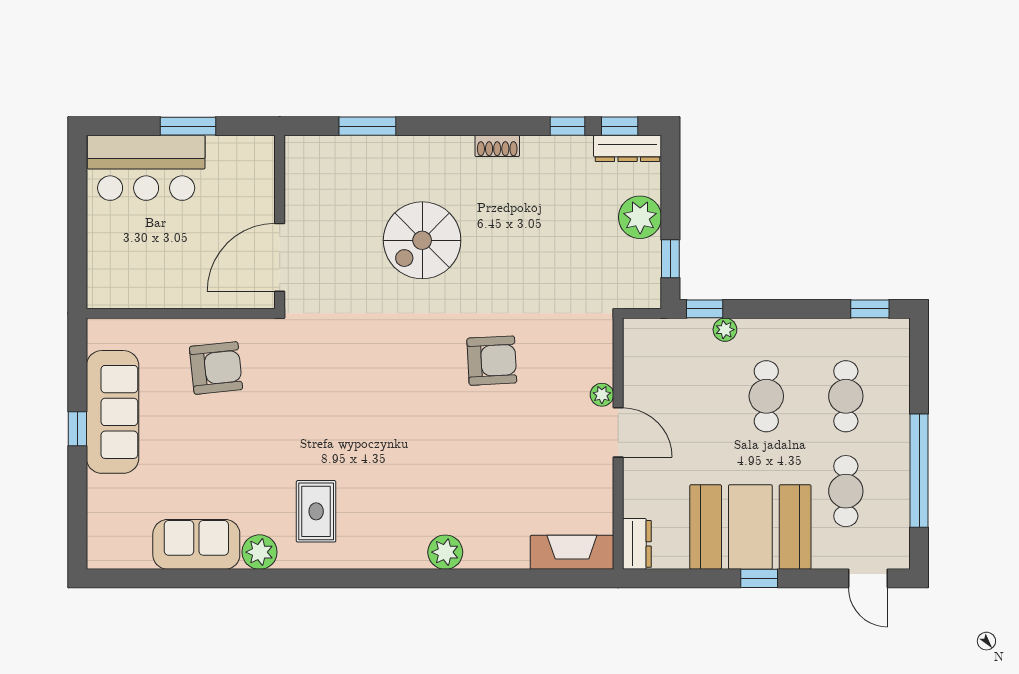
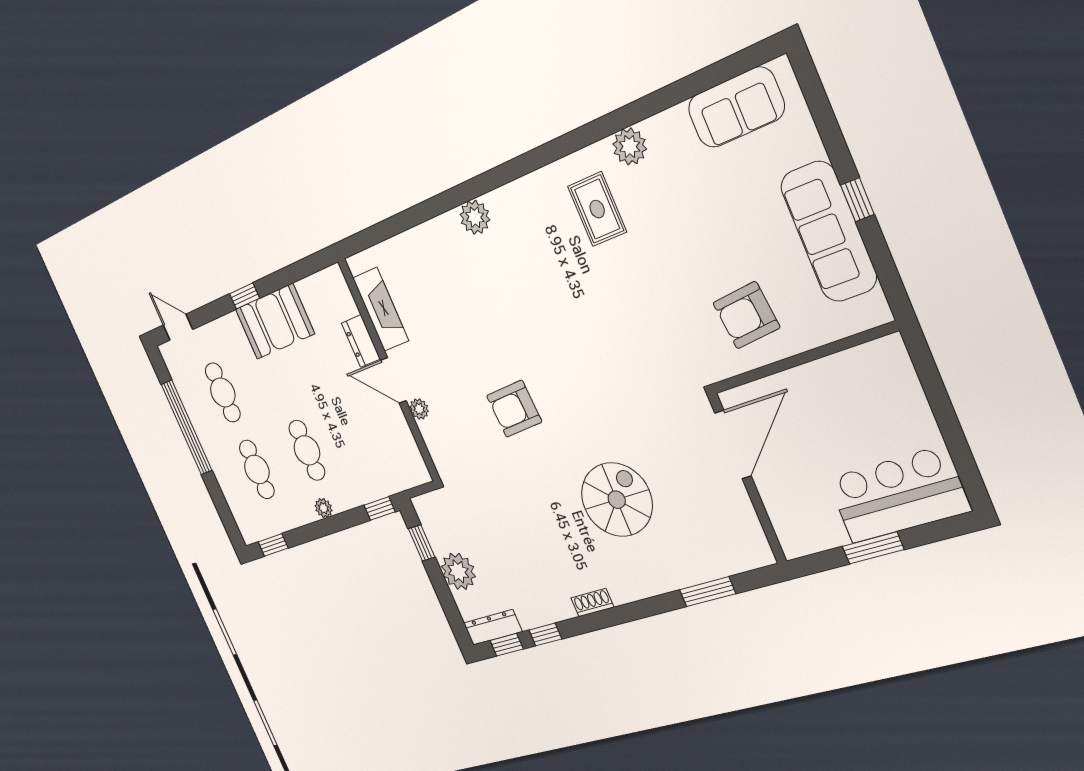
plant: (725, 330) -> (324, 508), moved
booth: (750, 527) -> (275, 321), width x0.73, depth x0.70
sofa: (196, 544) -> (736, 107), moved
dresser: (637, 544) -> (361, 341), moved
fireplace: (572, 552) -> (381, 309), moved, turned -90

